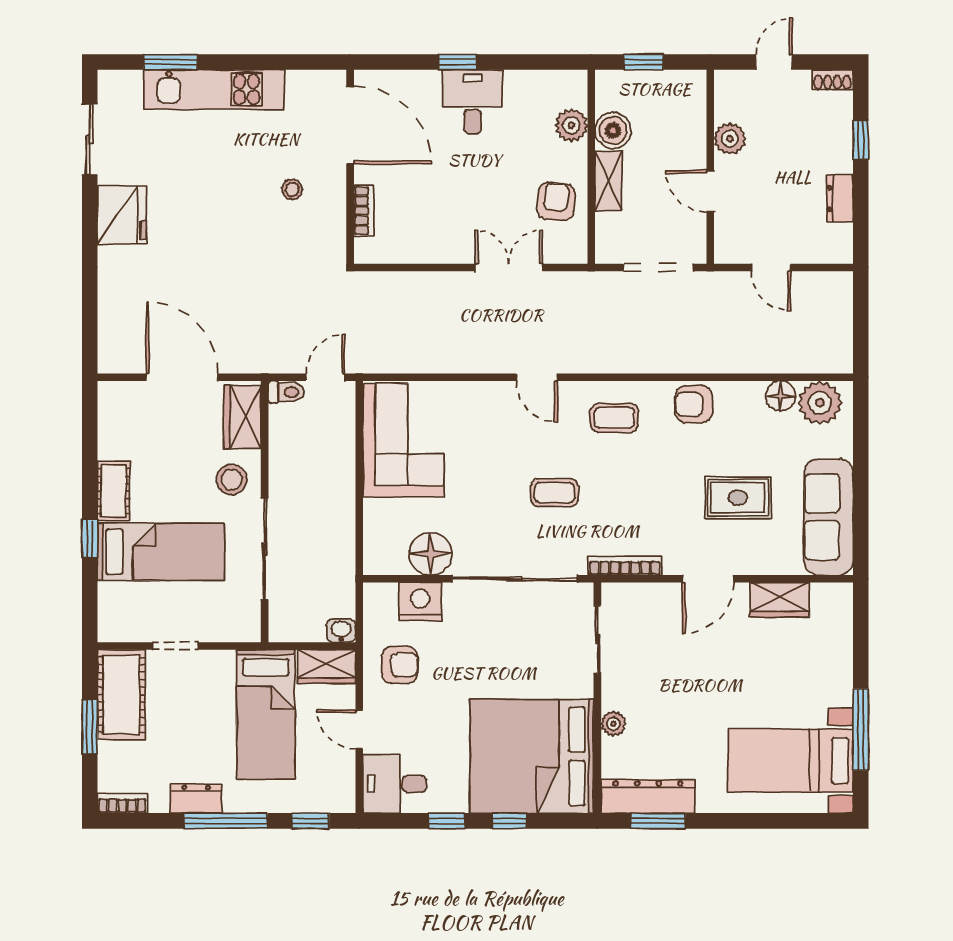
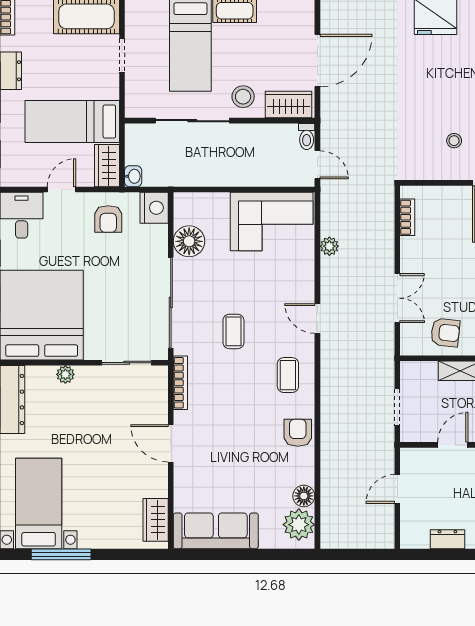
bookcase: (364, 211) -> (407, 217), moved, turned -90
doorway: (658, 267) -> (397, 407), width x0.73
plant: (437, 361) -> (329, 246), added
door: (537, 377) -> (317, 319), hinge flipped
rug: (738, 498) -> (230, 465), removed
wardrobe: (780, 600) -> (156, 520), moved
nightstand: (420, 602) -> (154, 208), moved

